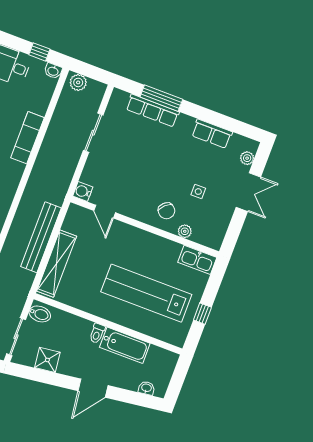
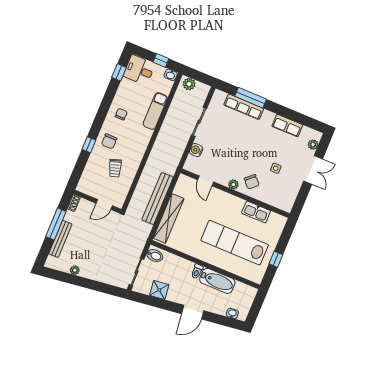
exam couch: (27, 138) -> (155, 111), moved
water cooler: (83, 191) -> (196, 150), moved
plant: (185, 231) -> (233, 184), moved
kitchen sink: (197, 260) -> (256, 212), moved

